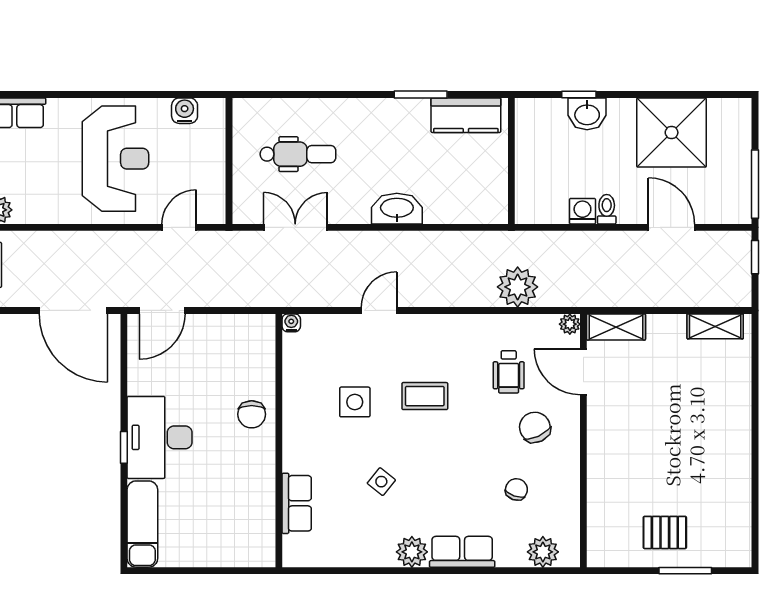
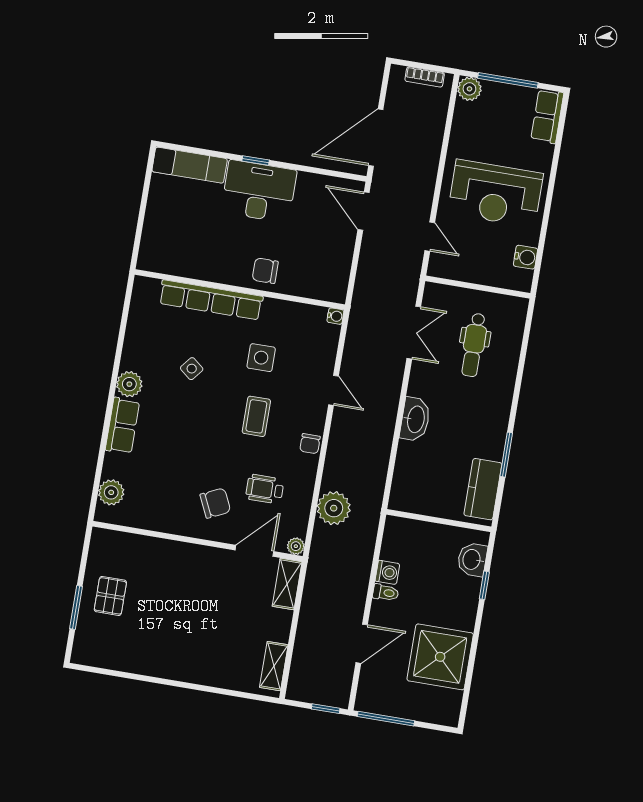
washbasin: (587, 114) -> (472, 560), moved
chair: (516, 489) -> (310, 444), moved, turned 71
row of seats: (297, 503) -> (211, 300), width x2.02

